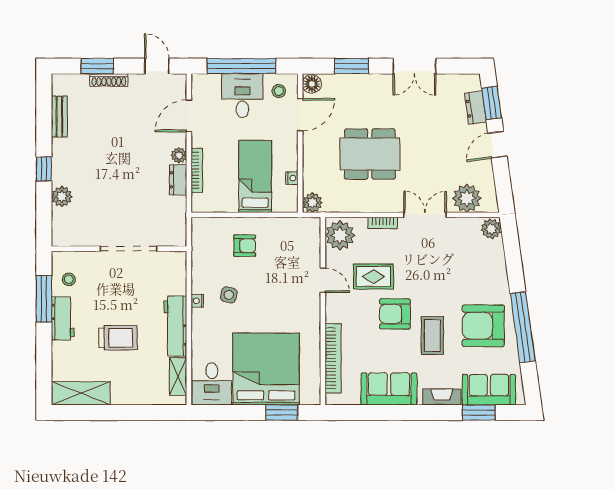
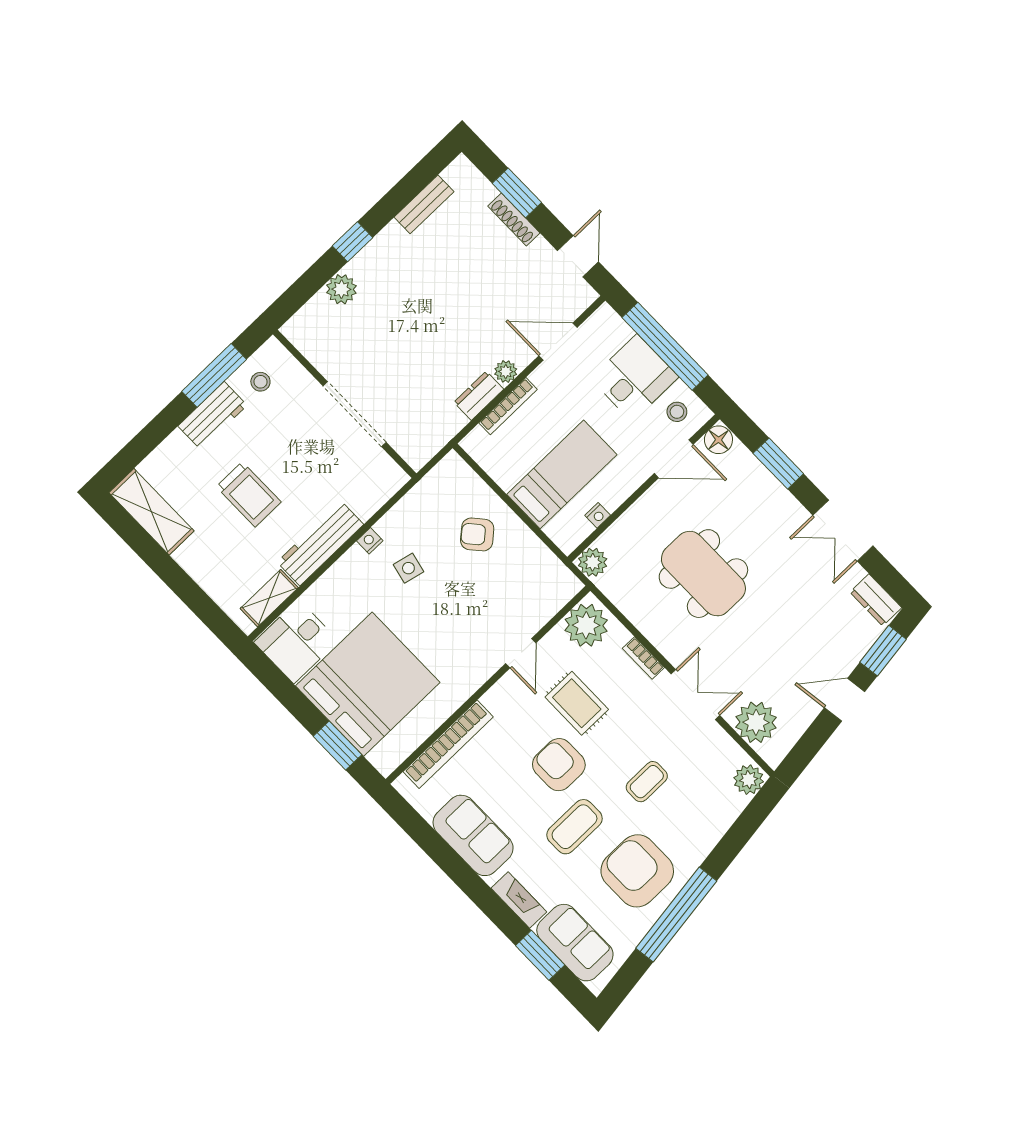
dresser: (476, 108) -> (876, 600), moved, turned -82
armchair: (245, 246) -> (477, 534), turned 139
coffee table: (444, 279) -> (647, 782), added

